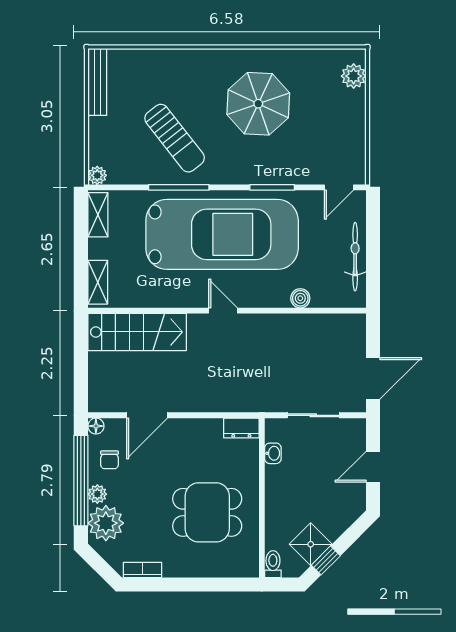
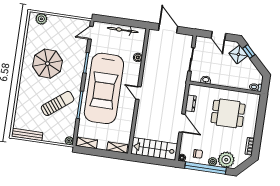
door: (339, 187) -> (90, 33), swing flipped
car: (222, 234) -> (104, 88), turned 180
door: (223, 311) -> (138, 93), hinge flipped
stairs: (137, 332) -> (154, 149), moved, turned -90
door: (373, 378) -> (168, 28), moved
door: (147, 415) -> (182, 123), moved
dresser: (241, 428) -> (191, 103), moved
dining table: (207, 512) -> (228, 113), turned 90
shower: (311, 544) -> (238, 54), moved
window: (326, 560) -> (249, 51), moved

